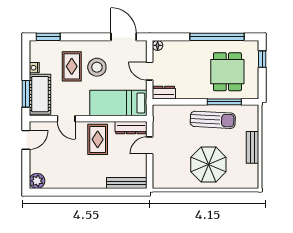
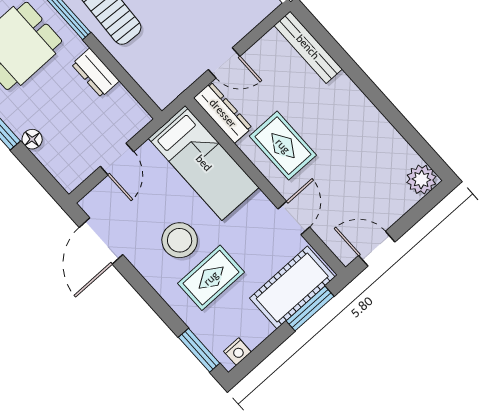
floor lamp: (158, 45) -> (32, 139), moved
nightstand: (34, 68) -> (237, 352), moved
dresser: (164, 93) -> (95, 73), moved
rug: (98, 139) -> (283, 146), turned 90

